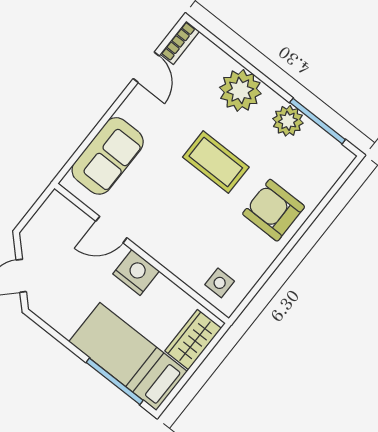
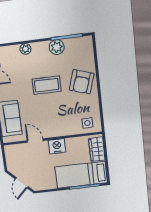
plant: (240, 90) -> (25, 49), width x0.53, depth x0.53
armchair: (274, 210) -> (82, 82), turned -72
door: (111, 230) -> (35, 141), swing flipped

